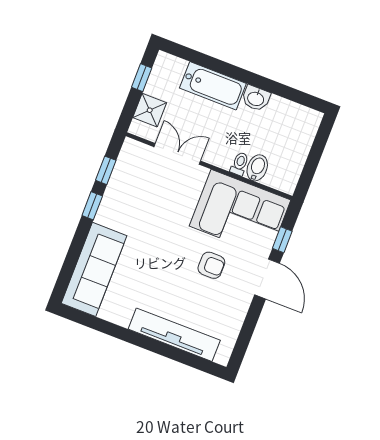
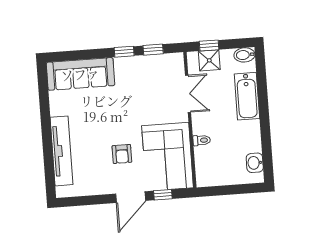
window: (142, 78) -> (209, 45), moved
washbasin: (256, 98) -> (255, 163), moved
bidet: (257, 168) -> (244, 55), moved, turned 180

